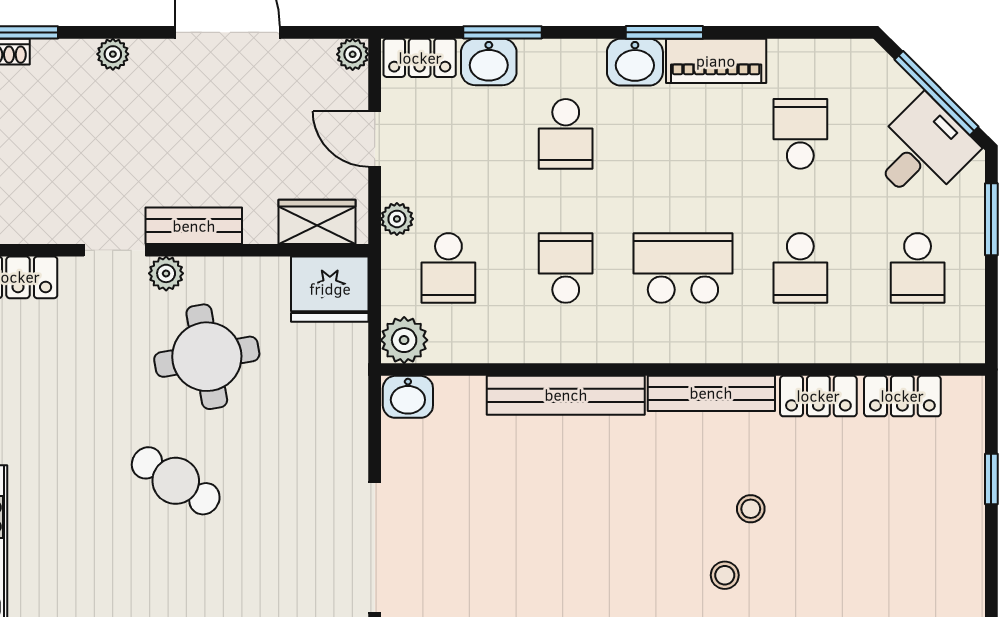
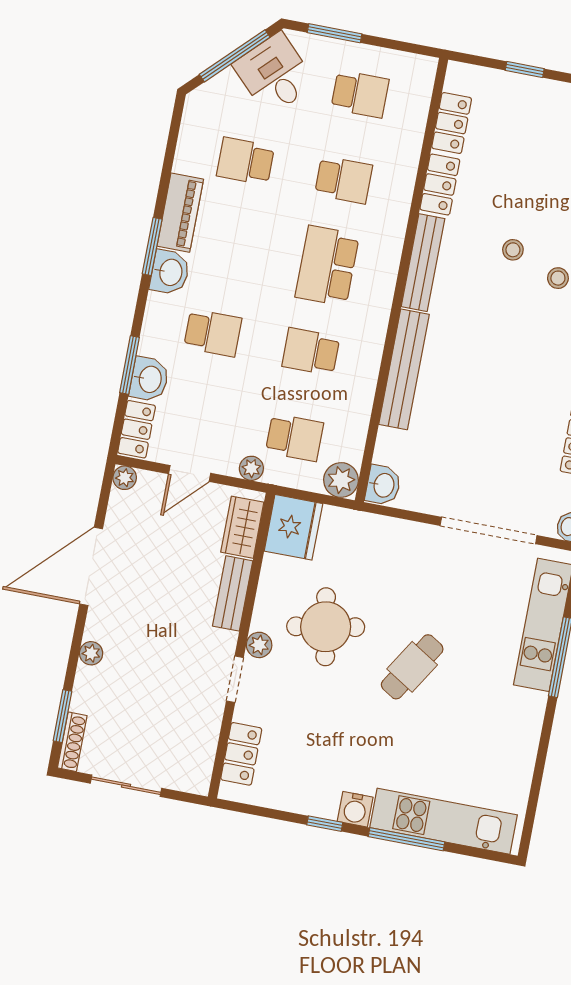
bench: (194, 226) -> (233, 593), moved

